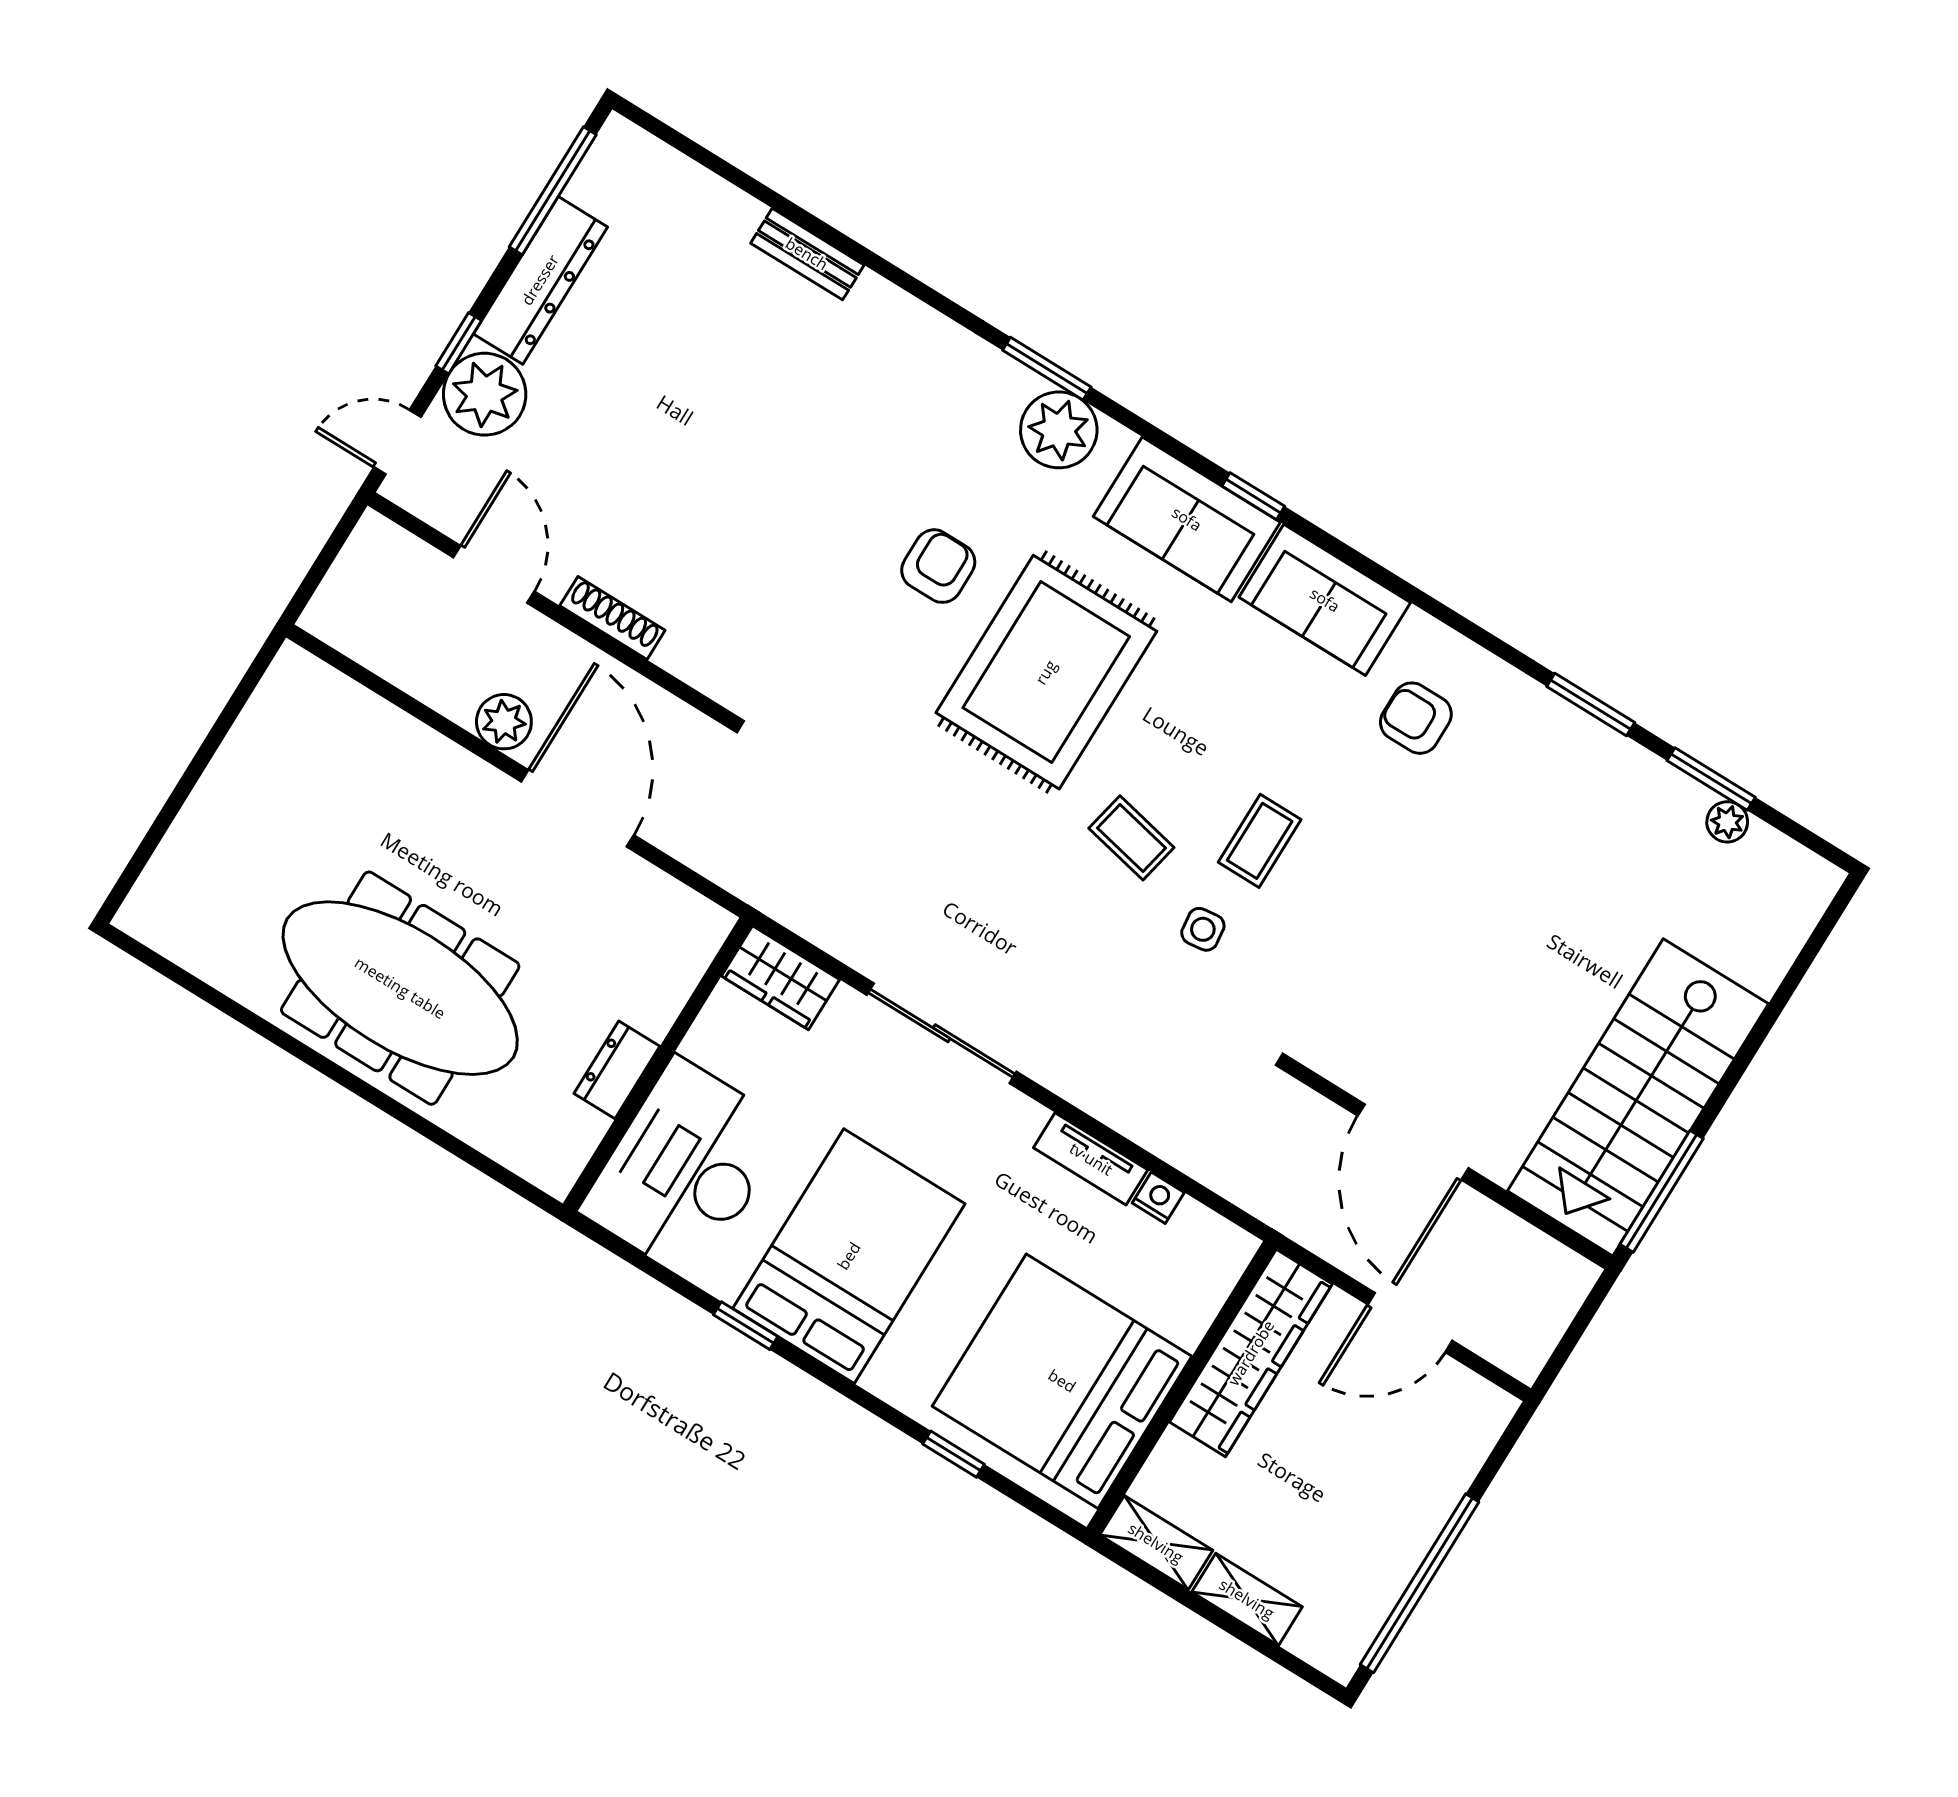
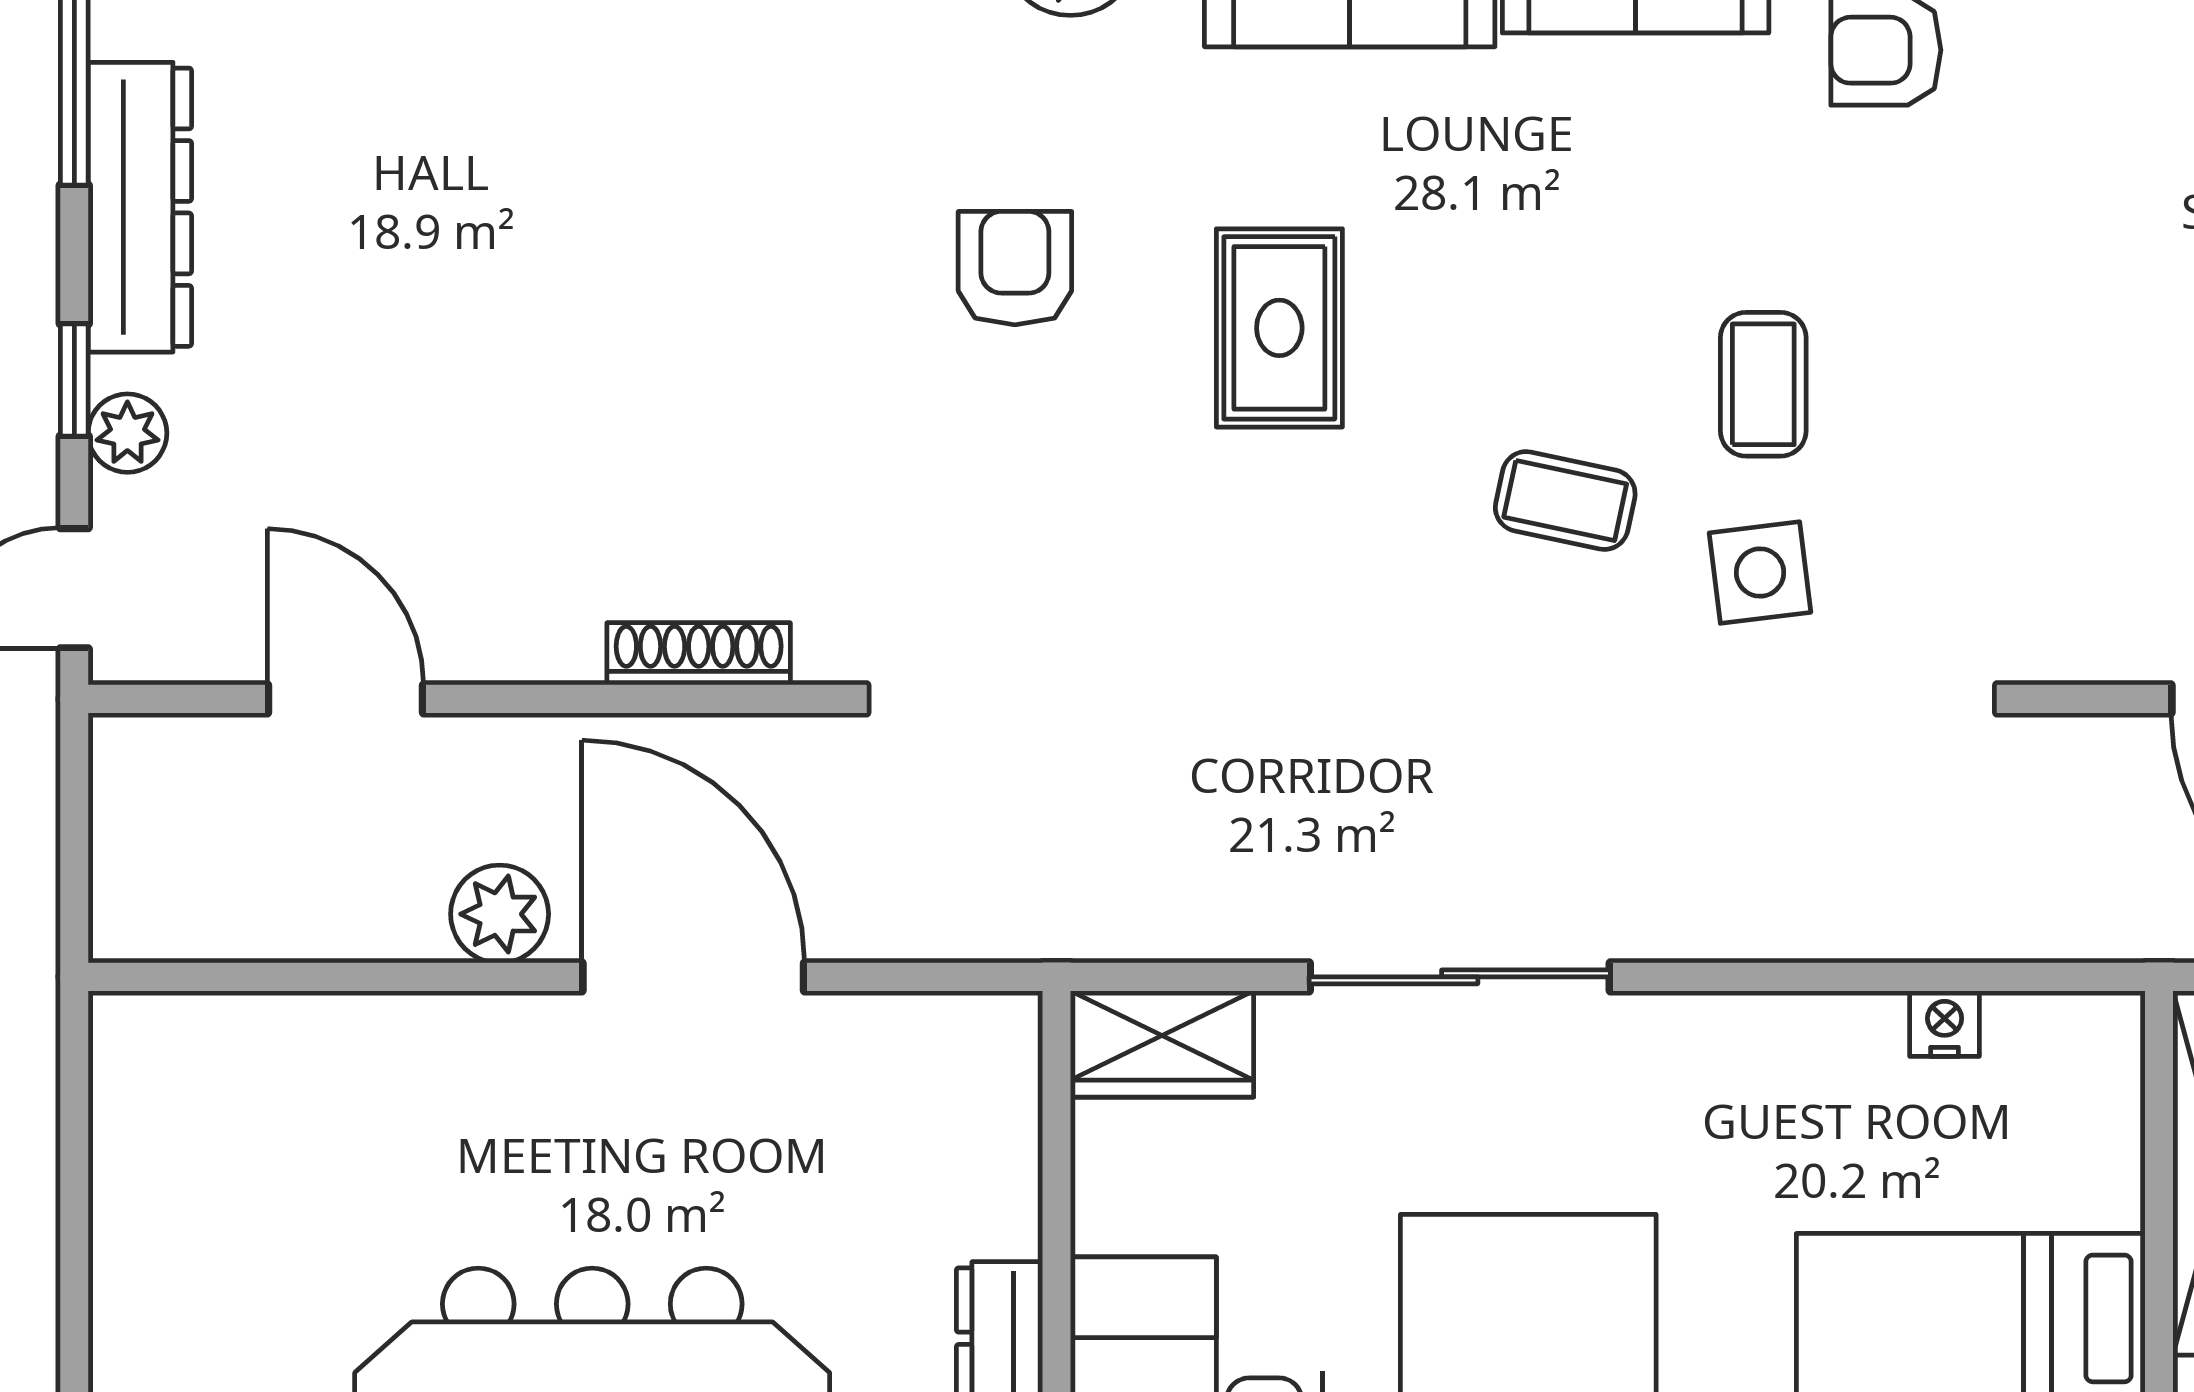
plant: (485, 394) -> (127, 433), width x0.53, depth x0.53
shoe rack: (612, 618) -> (699, 654), moved
rug: (1046, 672) -> (1279, 328), width x0.54, depth x0.49
side table: (1203, 929) -> (1760, 573), width x1.37, depth x1.37
tv unit: (1091, 1159) -> (1805, 1028), removed

